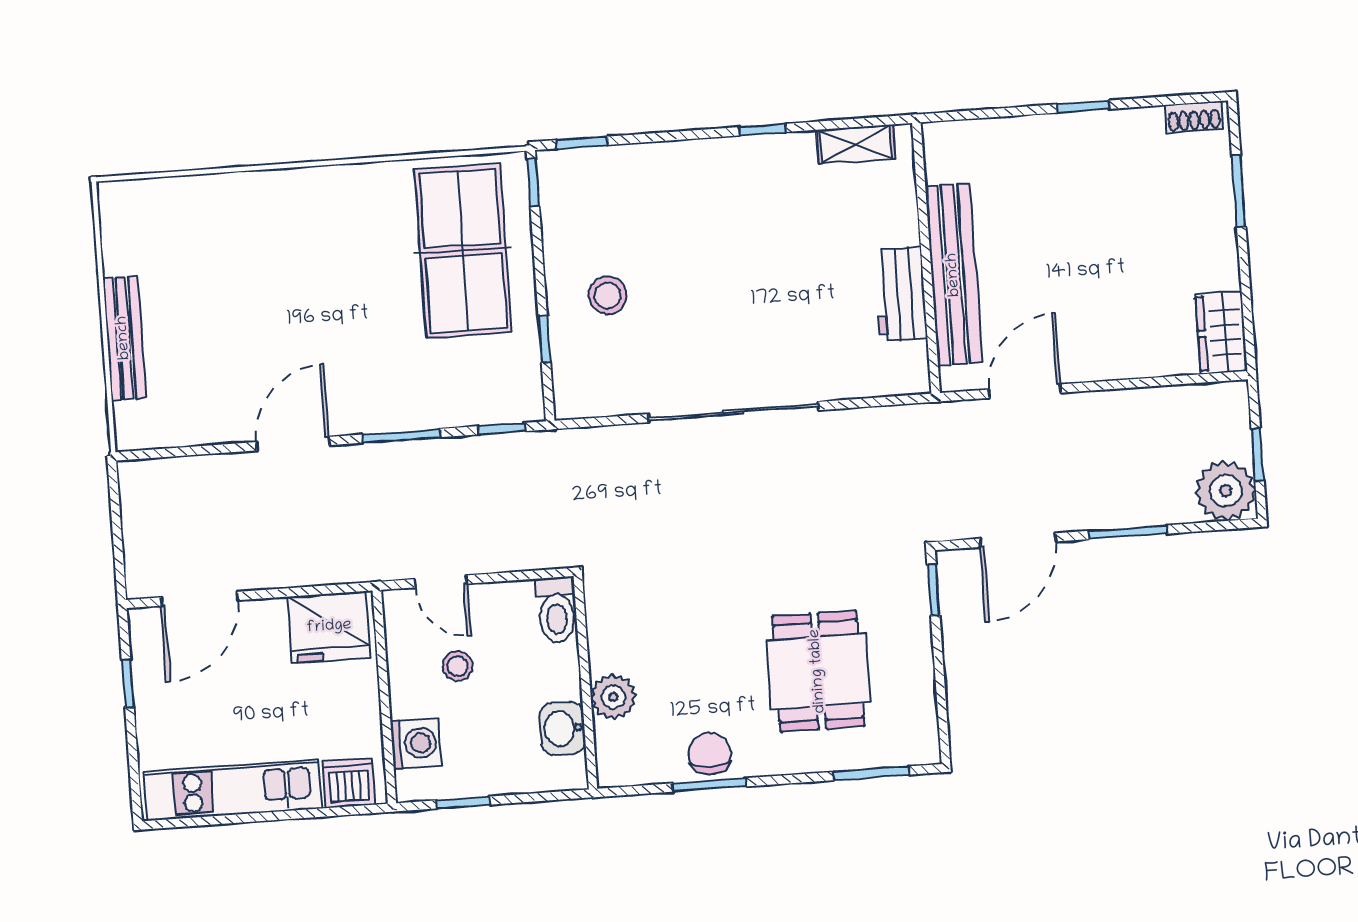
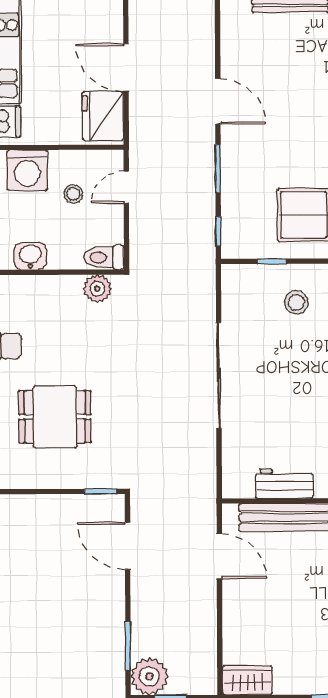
window: (1128, 532) -> (128, 646), moved
door: (199, 599) -> (126, 68), moved
plant: (613, 697) -> (97, 289), moved
washing machine: (416, 743) -> (27, 170), width x1.37, depth x1.37

